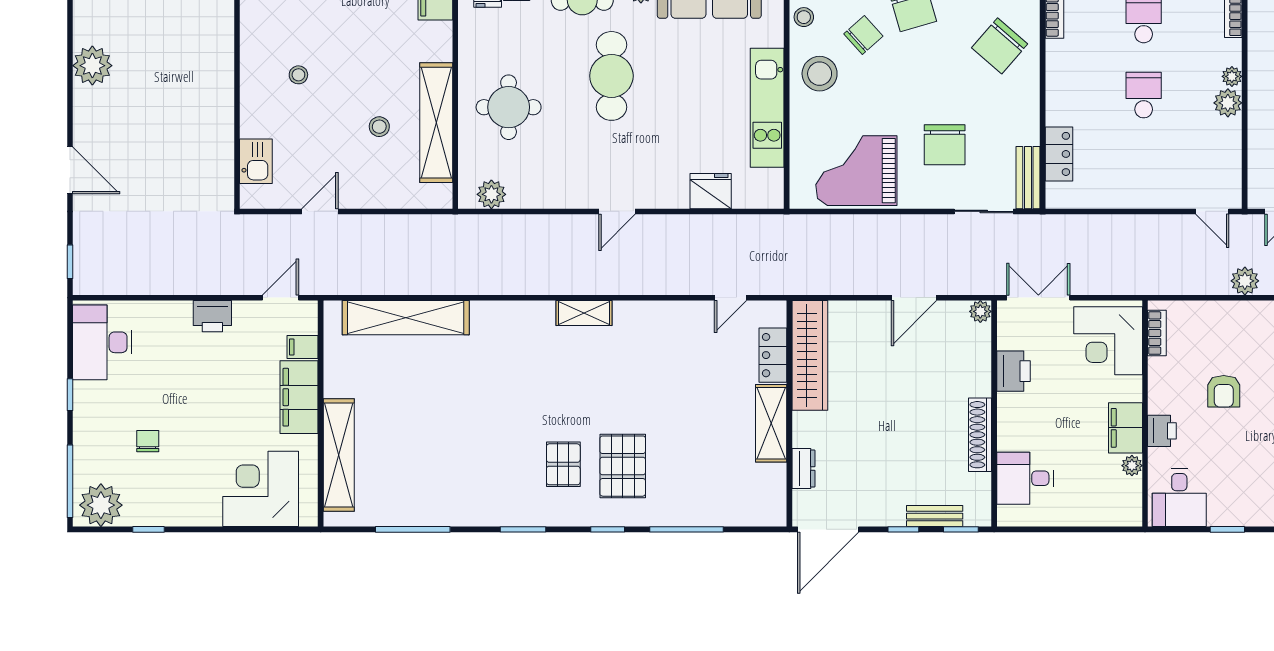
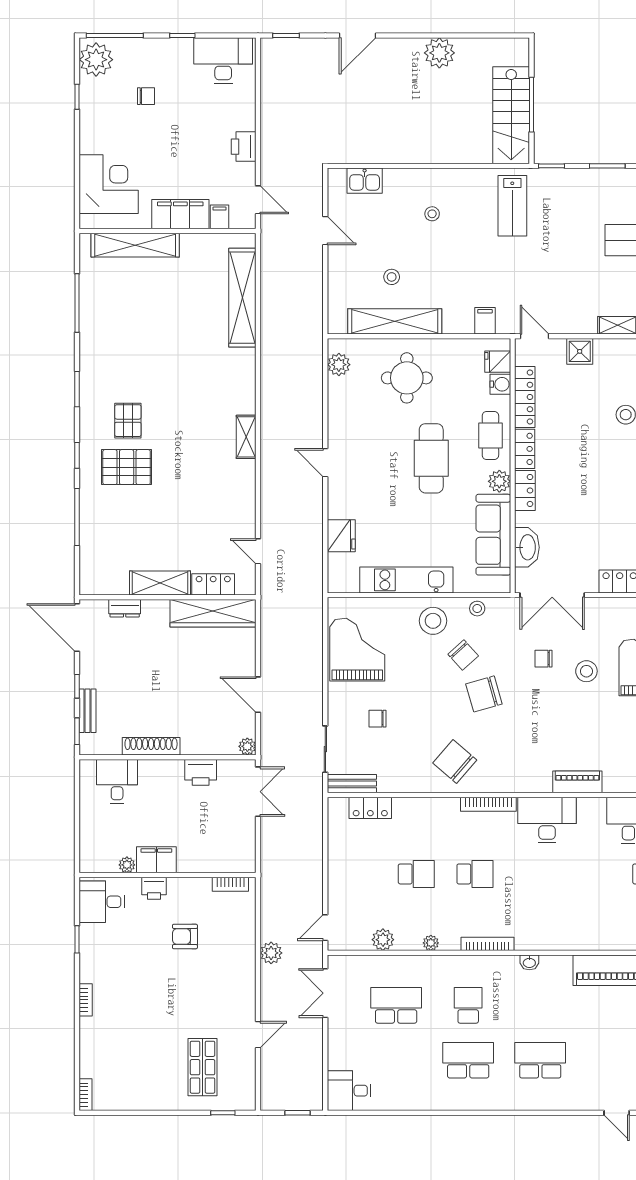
cafe table: (611, 76) -> (431, 458), turned 90
plant: (1228, 103) -> (383, 940), moved
chair: (945, 145) -> (377, 719), width x0.54, depth x0.54
corner desk: (1108, 341) -> (224, 846), removed
pallet: (563, 464) -> (128, 421), turned 90

